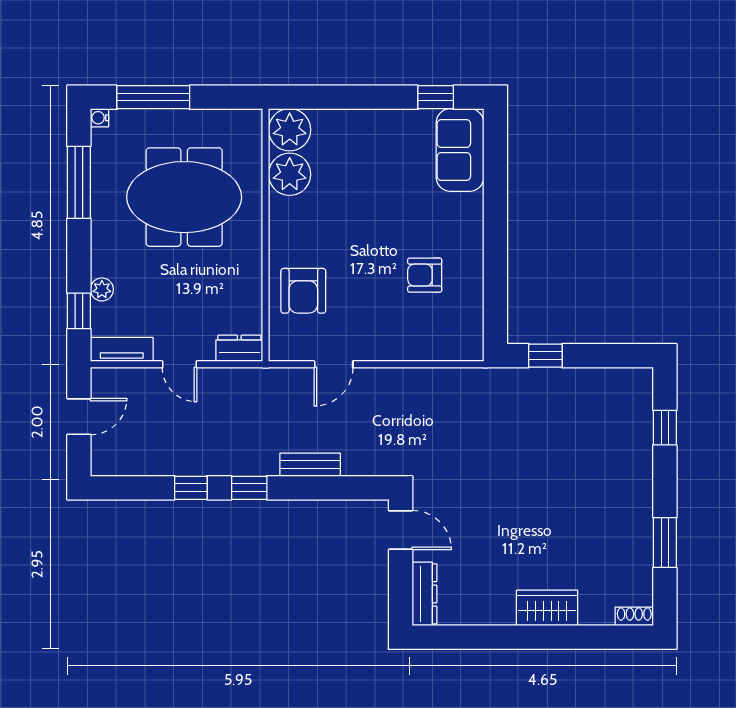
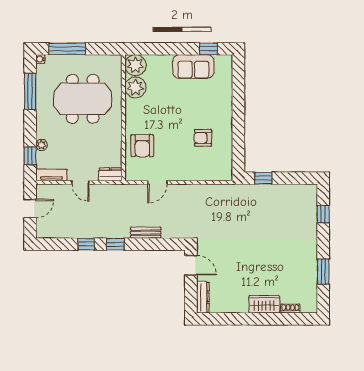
sofa: (460, 150) -> (193, 67), moved, turned -90
shoe rack: (634, 616) -> (290, 309), moved

